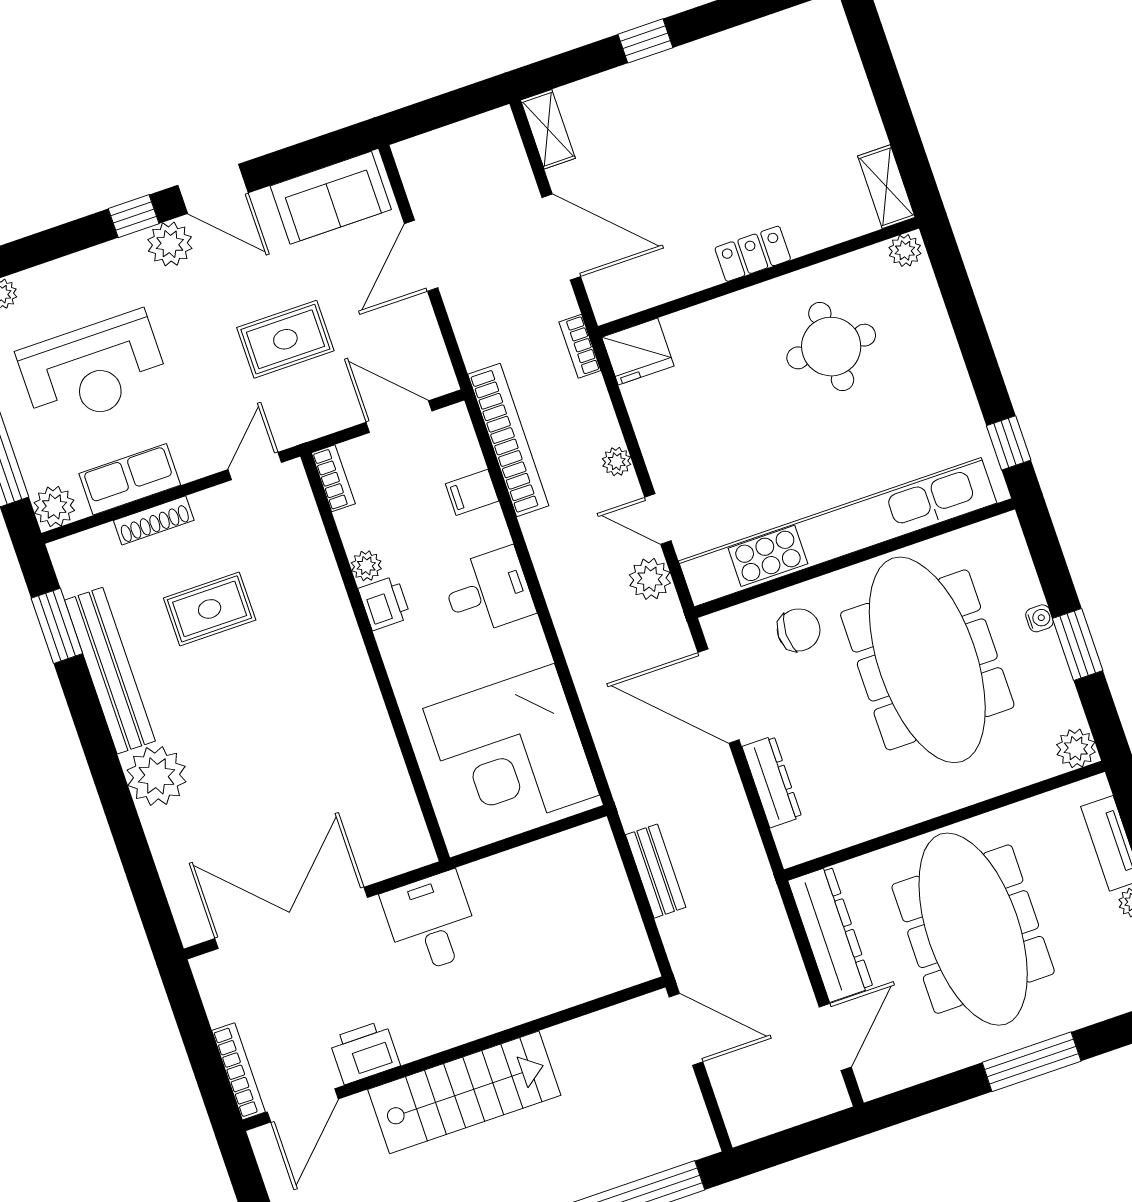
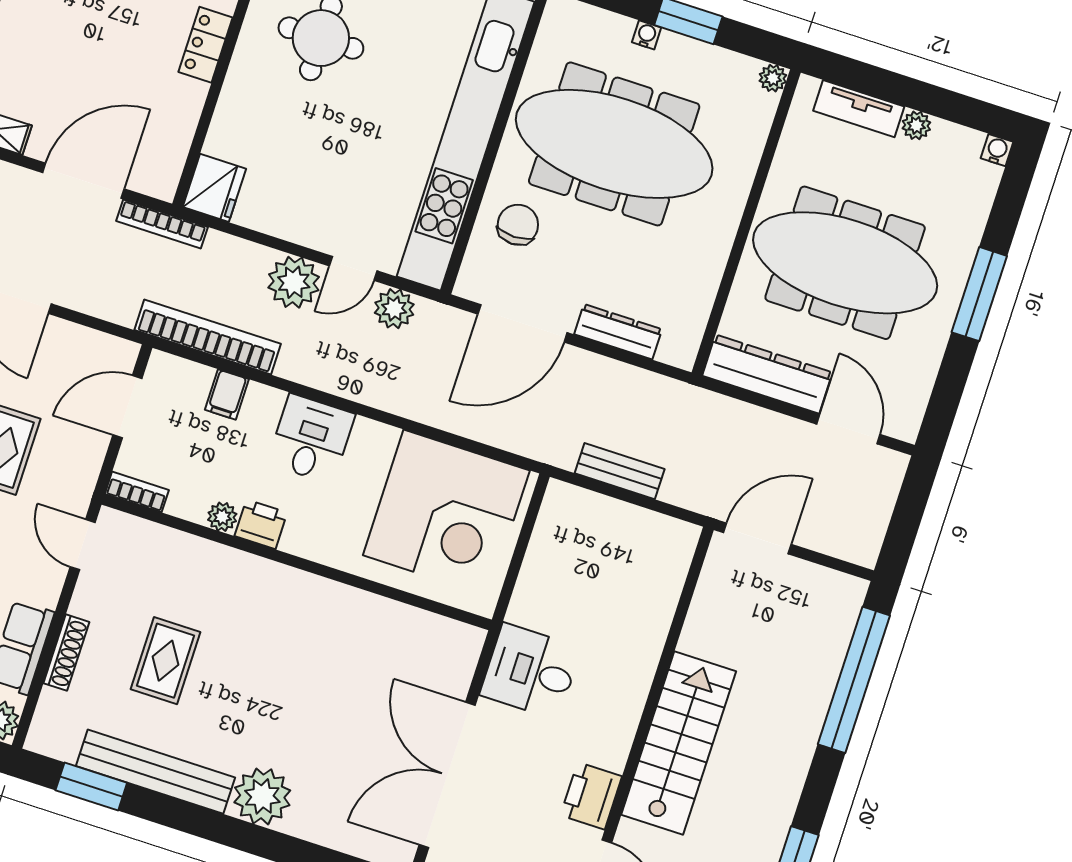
bookcase: (580, 346) -> (162, 224), width x1.56
plant: (617, 462) -> (294, 282), width x1.87, depth x1.87
plant: (1076, 748) -> (773, 78), width x0.73, depth x0.73

